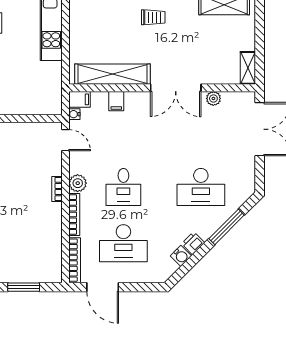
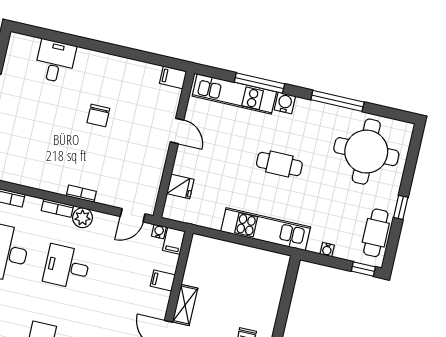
shelving: (113, 74) -> (185, 305), width x0.45, depth x0.75
fridge: (31, 104) -> (180, 186), added
bookcase: (74, 214) -> (57, 208), width x0.64

